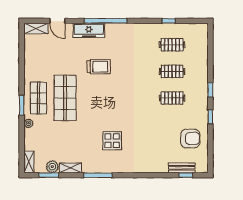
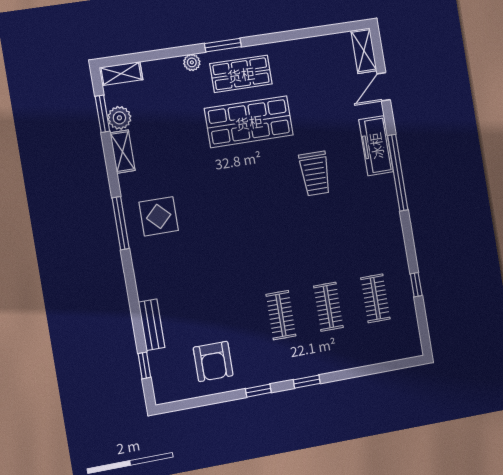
display table: (112, 141) -> (159, 216), moved
bench: (182, 168) -> (152, 325), moved
window: (98, 175) -> (121, 223), moved

